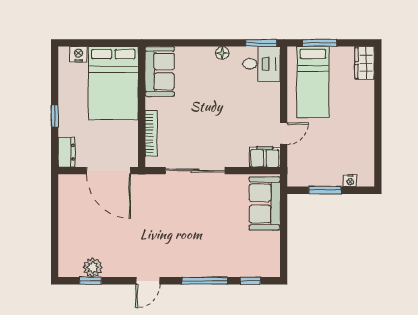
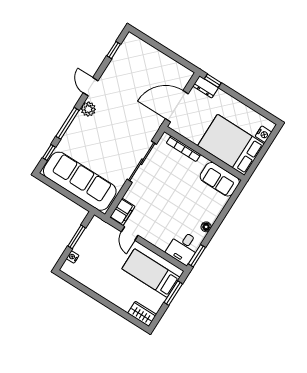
window: (55, 116) -> (213, 81), moved
sofa: (265, 203) -> (80, 181), width x1.85, depth x1.27
plant: (93, 267) -> (88, 109), moved

